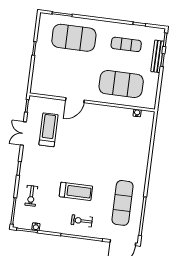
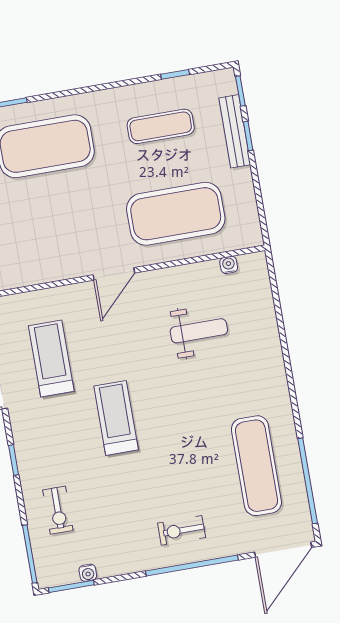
door: (75, 100) -> (114, 274), moved
weight bench: (116, 137) -> (199, 331), added
treadmill: (76, 191) -> (116, 418), moved, turned -90

